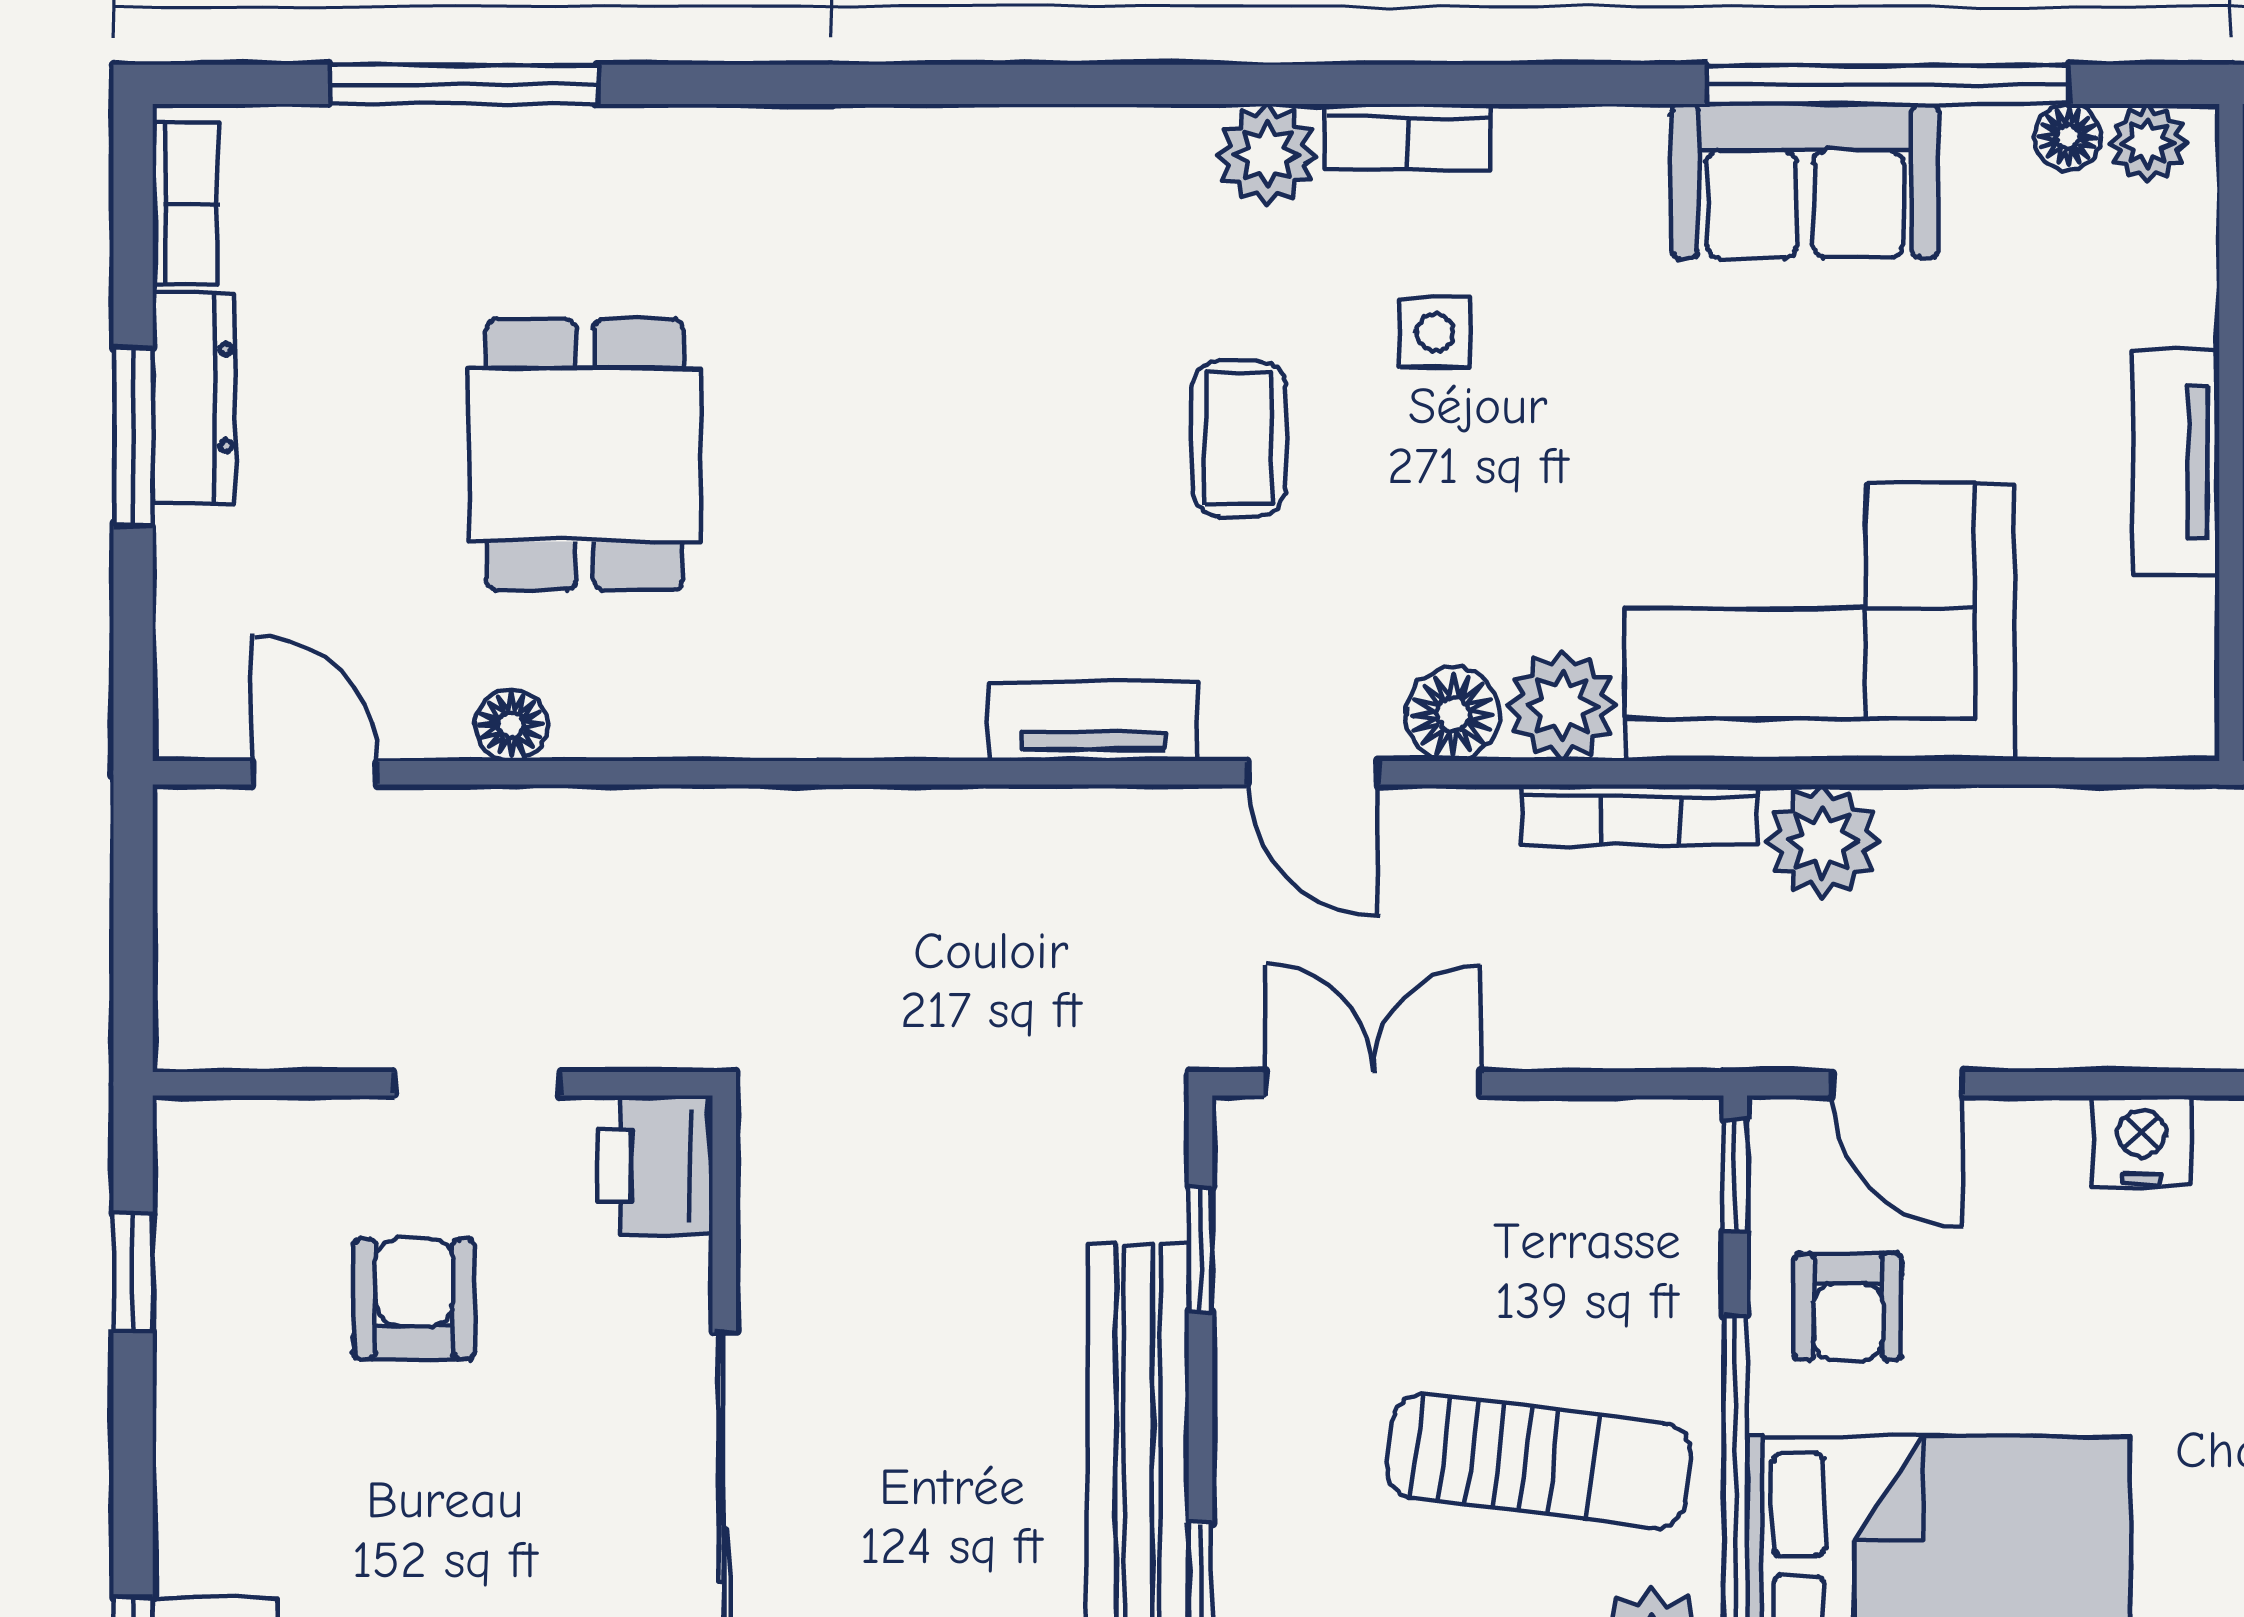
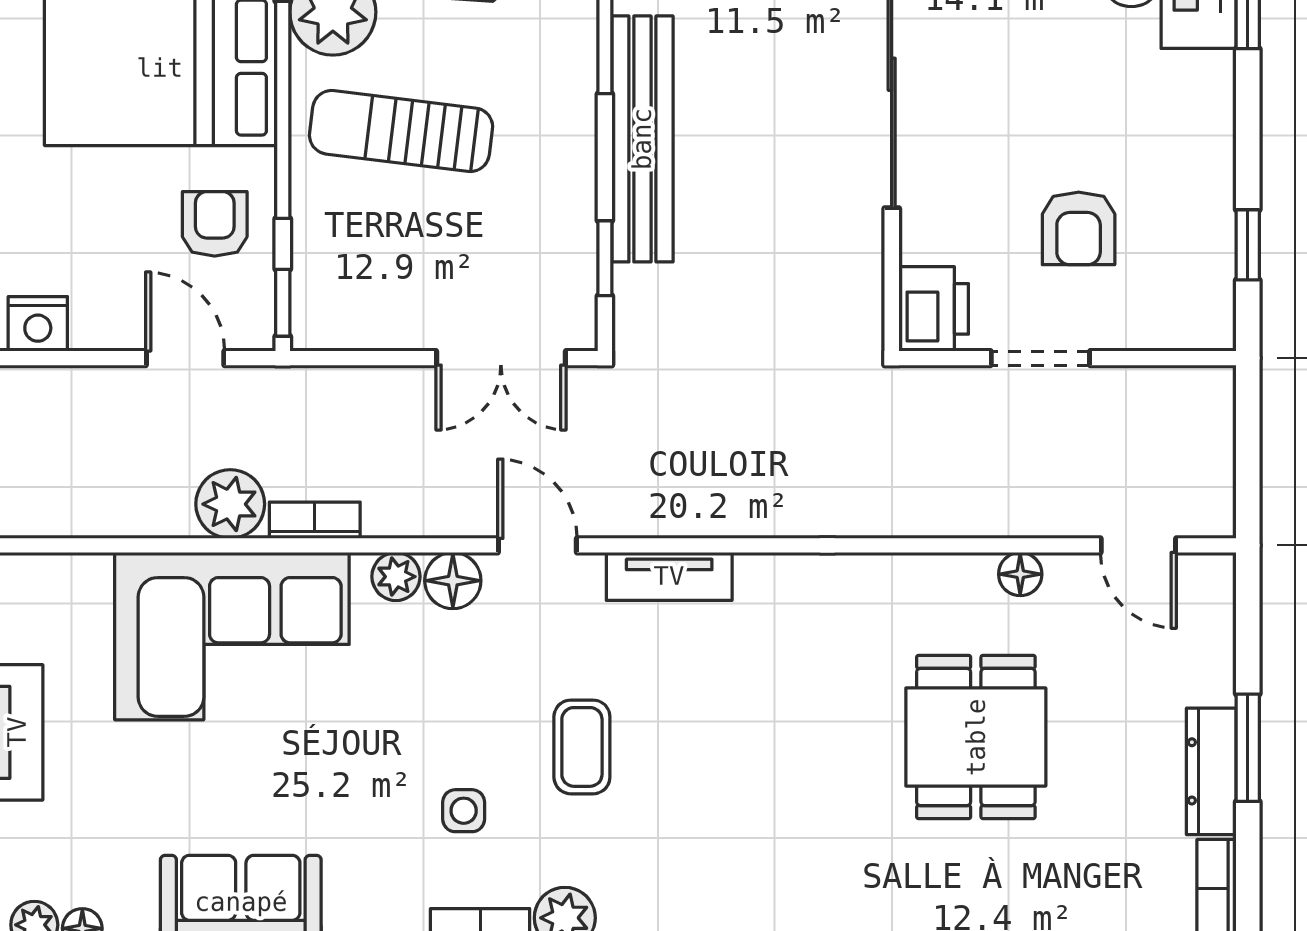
plant: (1562, 706) -> (396, 577), width x0.73, depth x0.73
bookcase: (1640, 815) -> (315, 520), width x0.64

